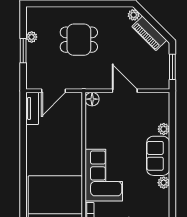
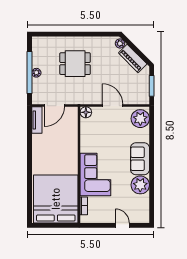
plant: (32, 37) -> (36, 73), moved
window: (23, 51) -> (29, 73), width x2.11
plant: (164, 129) -> (140, 119), moved, width x1.88, depth x1.88
plant: (164, 183) -> (140, 185), width x1.88, depth x1.88

